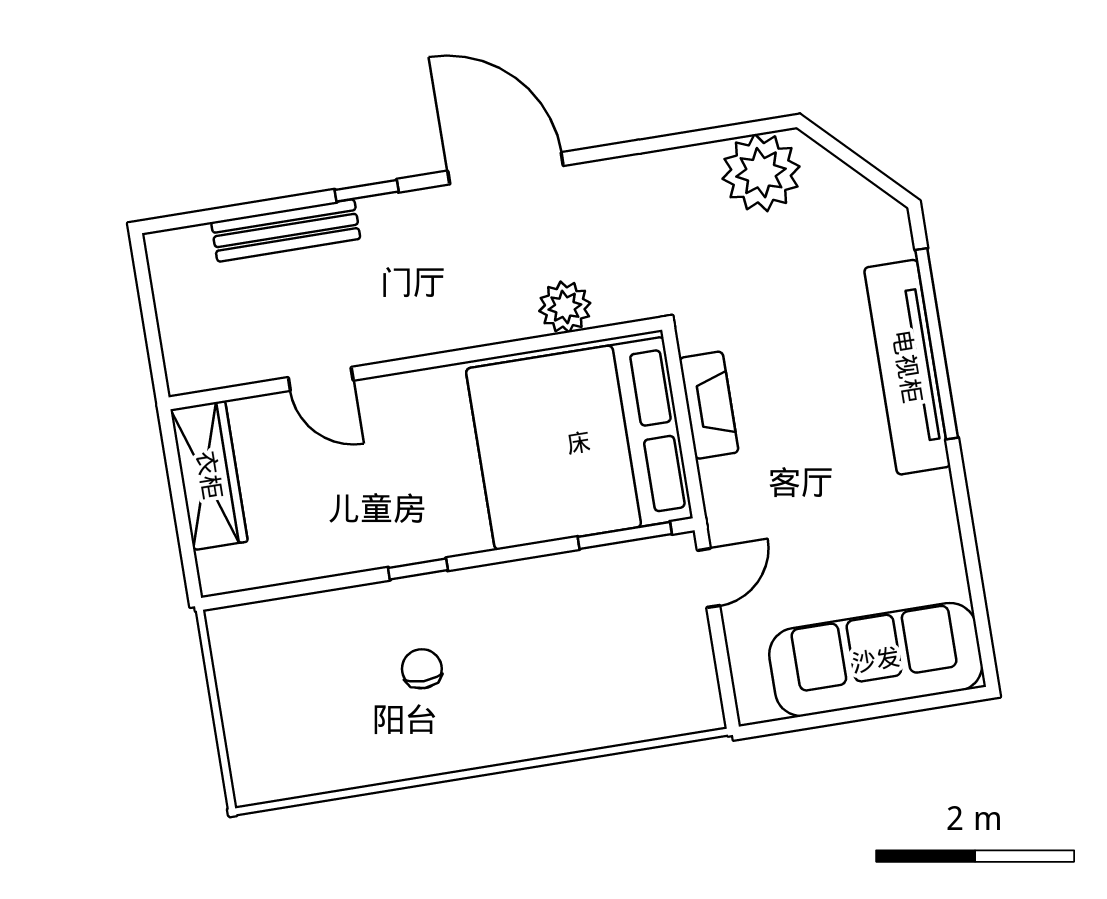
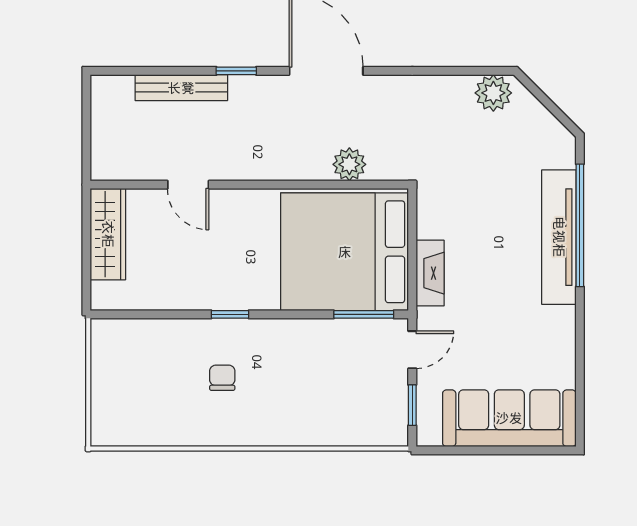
plant: (761, 173) -> (493, 93), width x0.73, depth x0.73
fireplace: (709, 405) -> (430, 273), moved
window: (722, 664) -> (412, 405), added

